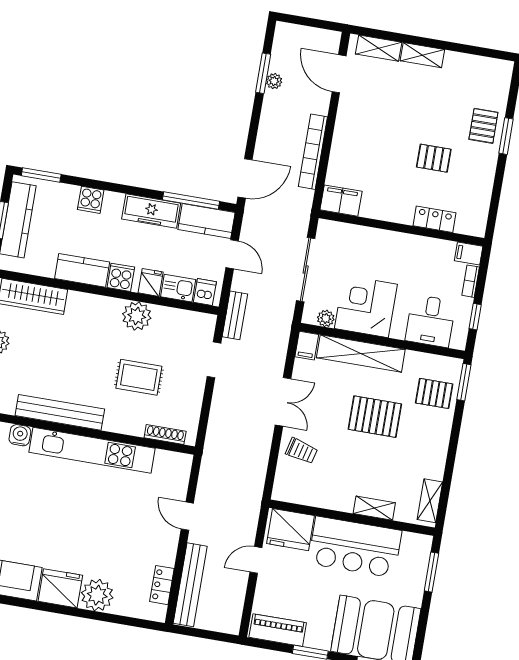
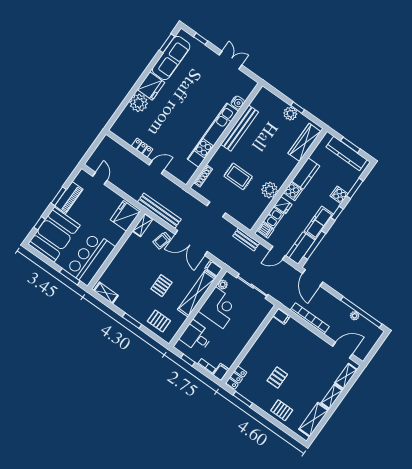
shelving: (474, 67) -> (314, 420), added
window: (263, 73) -> (361, 312), width x2.11
window: (506, 136) -> (243, 399), moved
window: (41, 175) -> (355, 188), moved
window: (122, 189) -> (337, 213), added
filing cabinet: (341, 201) -> (281, 316), width x0.50
locker: (435, 219) -> (236, 378), moved
doorway: (214, 360) -> (216, 209), moved
rug: (139, 377) -> (238, 176), turned 90
window: (464, 382) -> (132, 321), moved
pallet: (434, 393) -> (159, 321), turned 90
double door: (283, 402) -> (191, 243), width x1.37
pallet: (375, 417) -> (162, 286), width x0.67, depth x0.71
shelving: (374, 508) -> (143, 225), moved
bar counter: (355, 547) -> (91, 259), moved
door: (256, 560) -> (100, 178), moved
locker: (162, 585) -> (142, 148), moved
bench: (190, 585) -> (159, 211), moved
piano: (278, 630) -> (69, 198), moved

